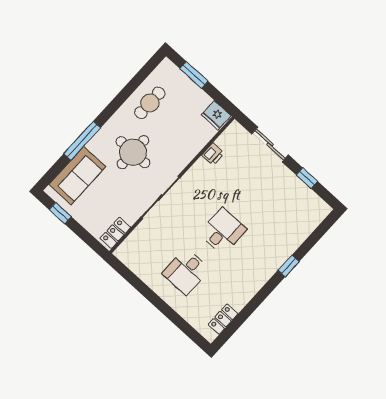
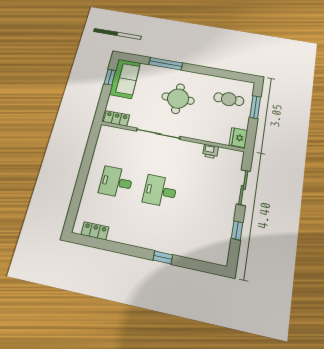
cafe table: (150, 103) -> (229, 99), moved
sofa: (77, 176) -> (125, 79), moved, turned -90
desk: (223, 231) -> (160, 191), turned 180

